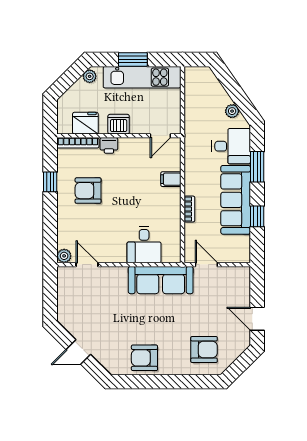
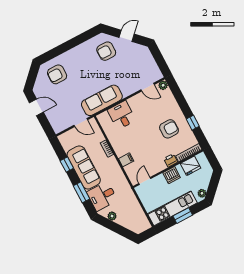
armchair: (144, 358) -> (106, 51), moved, turned 180

